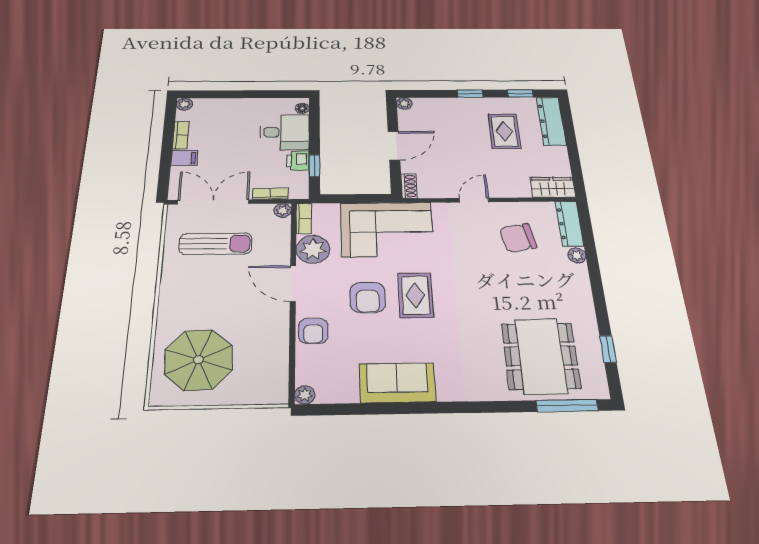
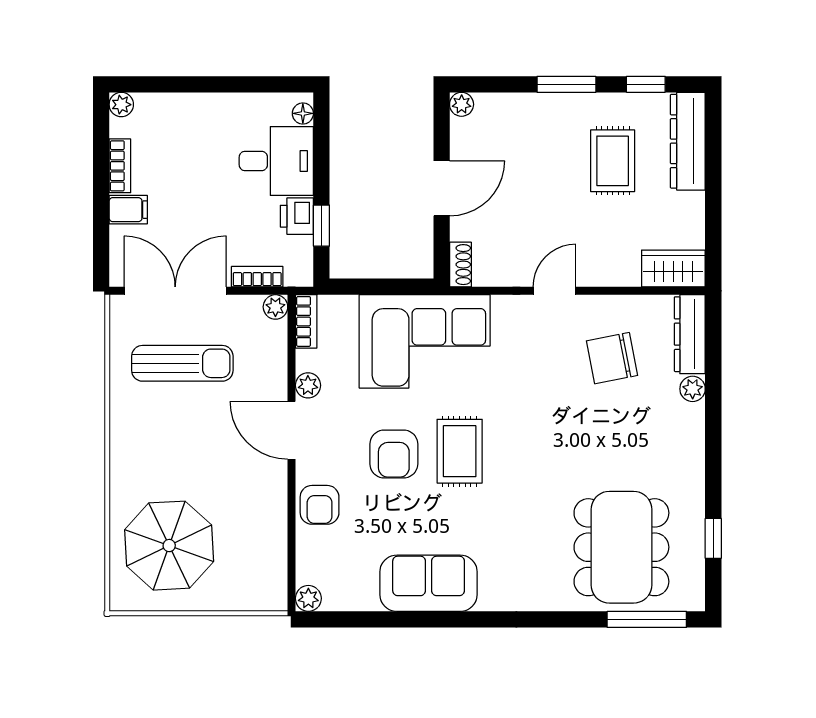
window: (470, 94) -> (566, 84), width x1.50
plant: (313, 249) -> (308, 385), width x0.53, depth x0.53

